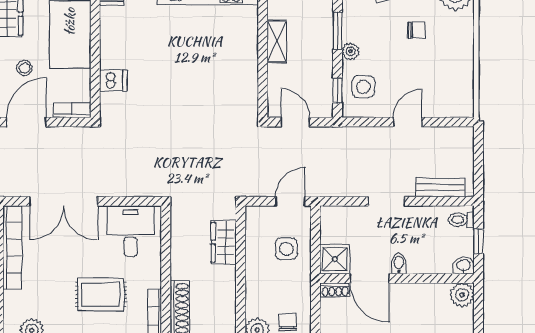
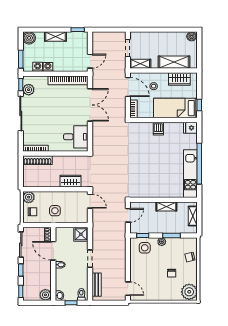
dishwasher: (113, 81) -> (158, 129), moved
door: (408, 122) -> (128, 289), moved
double door: (64, 201) -> (90, 105), swing flipped
door: (290, 201) -> (90, 201), moved
side table: (286, 249) -> (55, 211), moved
shower: (335, 259) -> (81, 234), moved
door: (369, 278) -> (53, 251), hinge flipped
rug: (101, 295) -> (46, 123), removed

